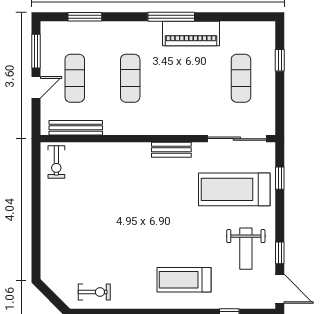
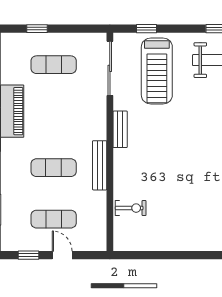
window: (36, 51) -> (28, 255), width x0.67
bench: (76, 128) -> (100, 165), moved
exercise bike: (56, 162) -> (131, 208), moved

